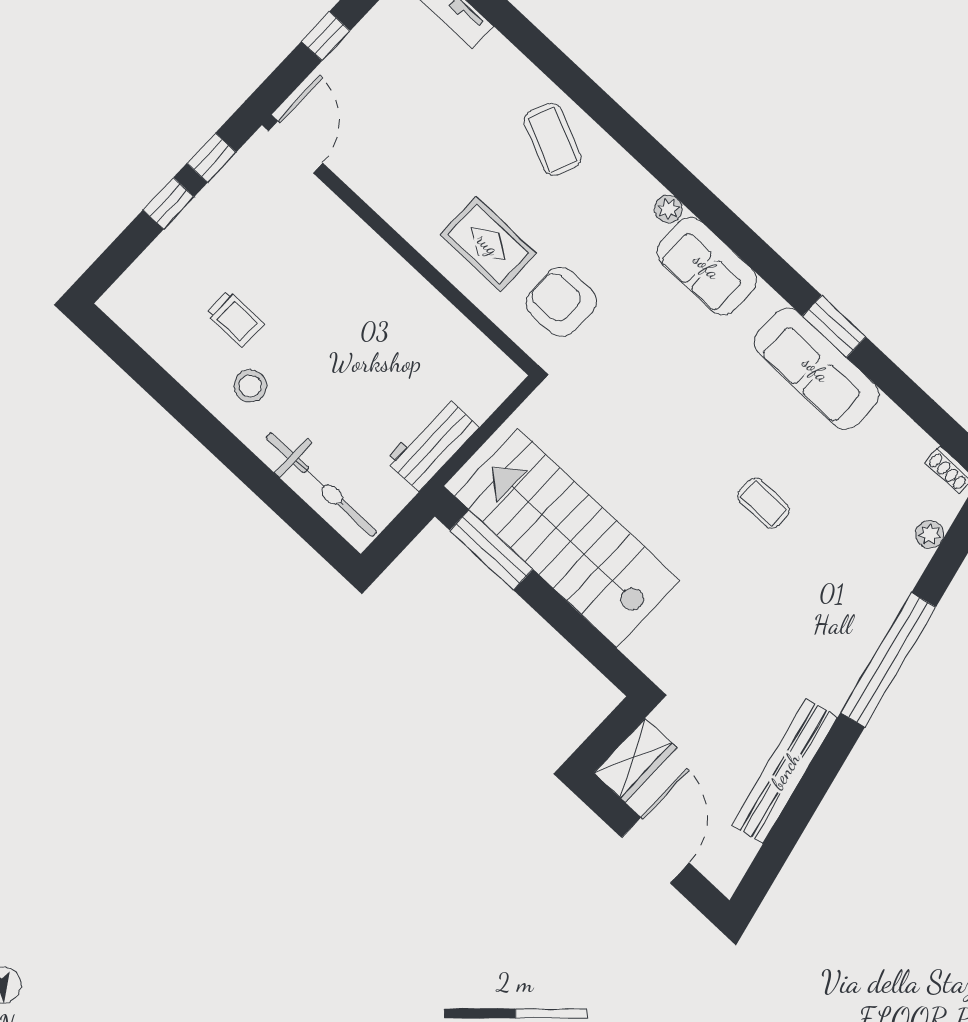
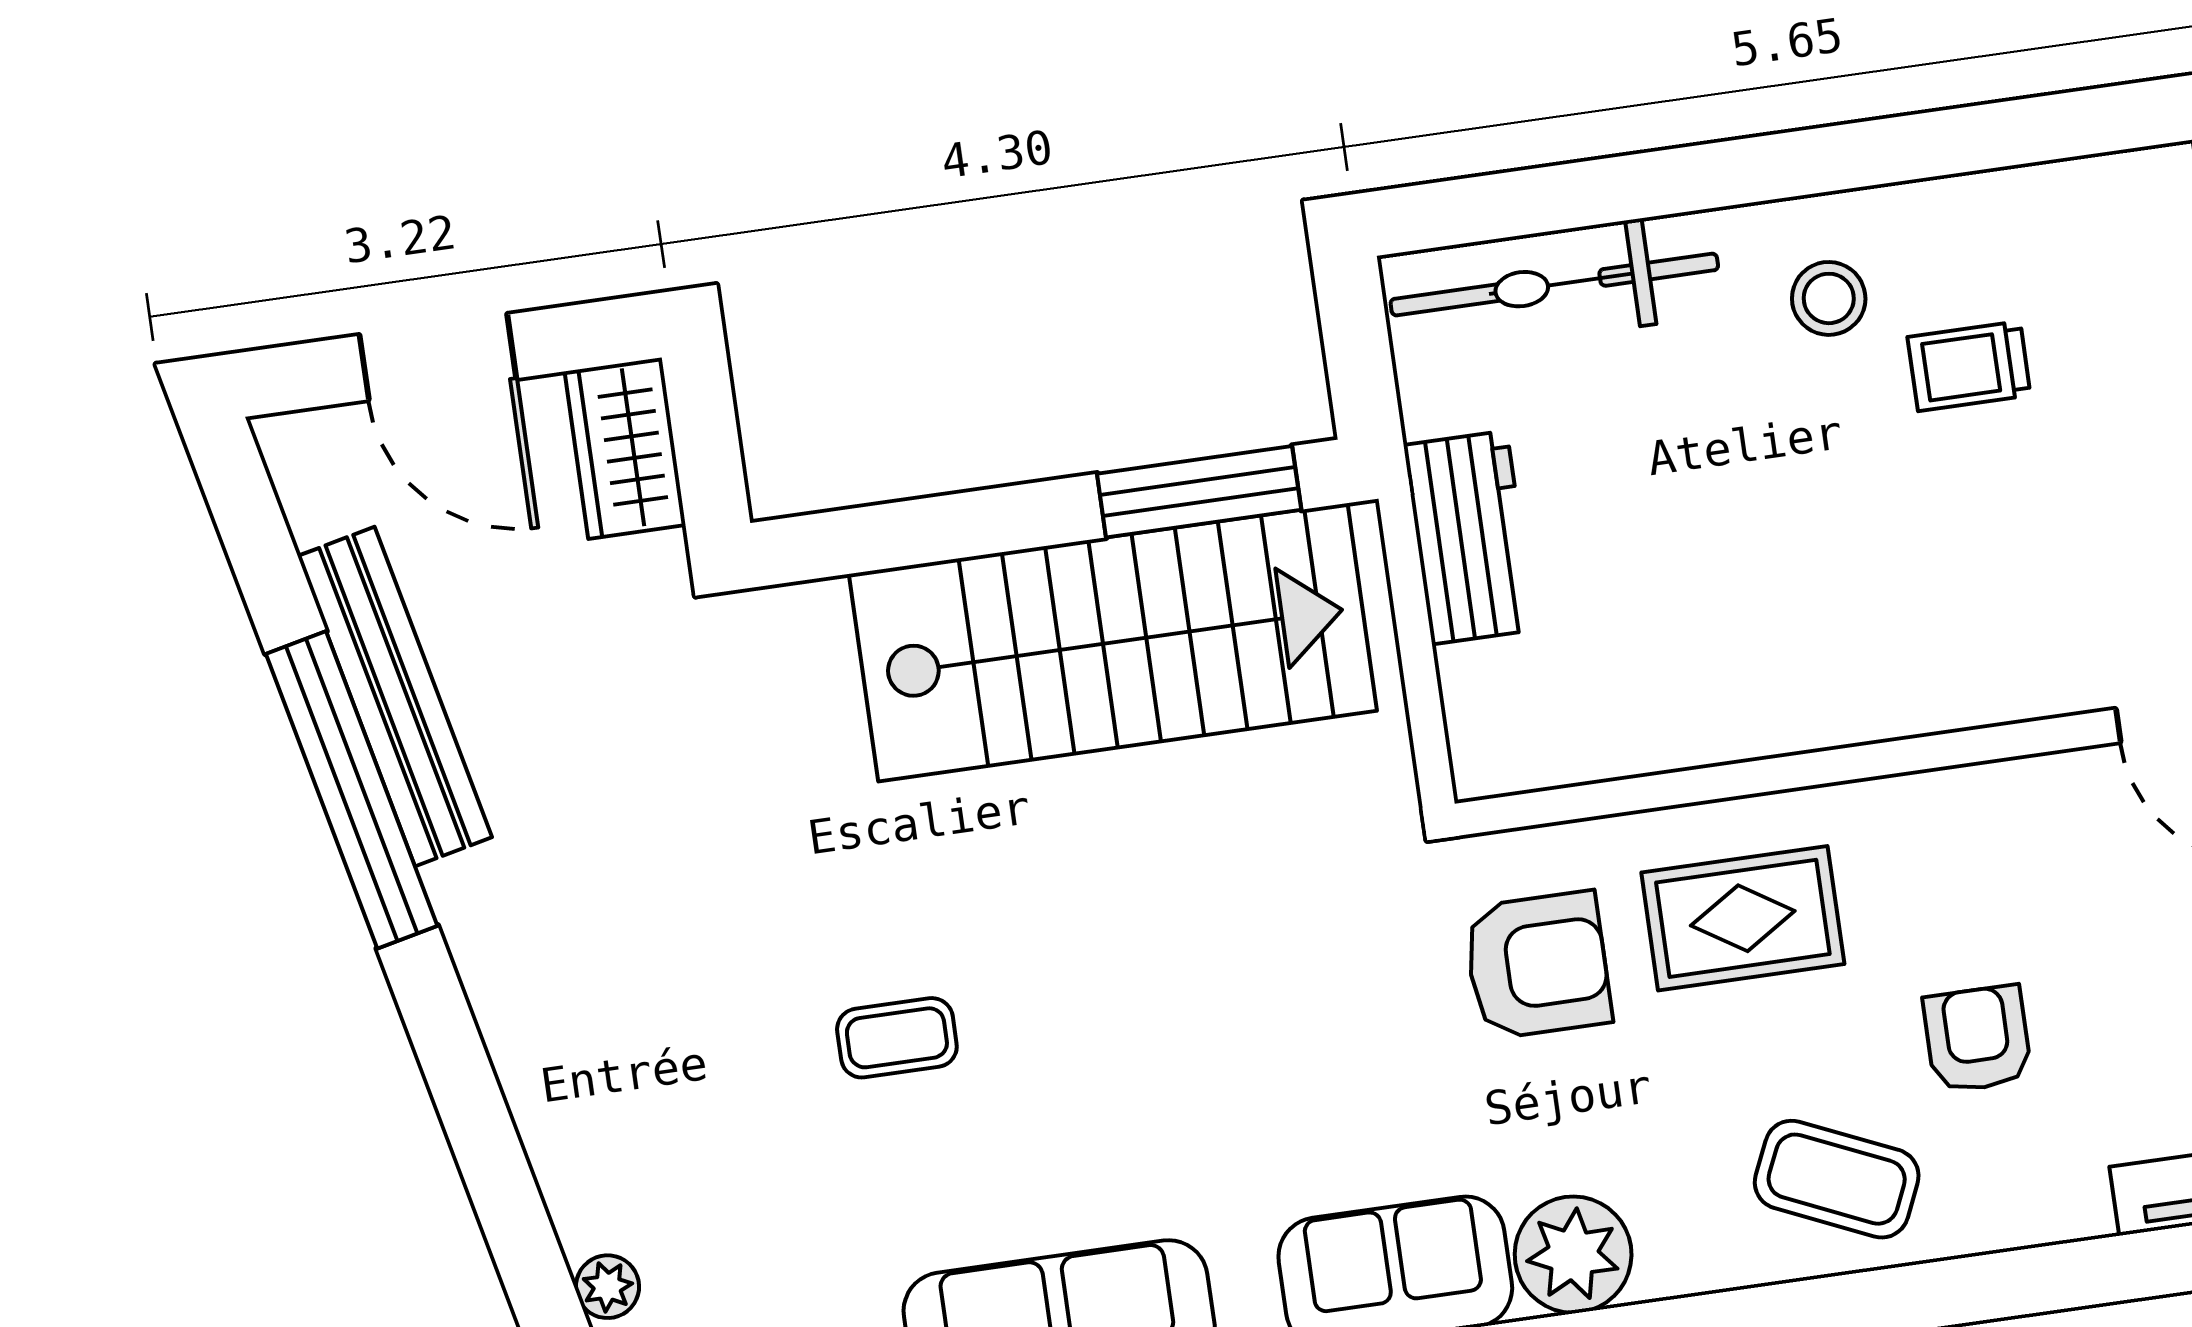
armchair: (465, 130) -> (1977, 1039), added
plant: (668, 209) -> (1573, 1255), width x1.87, depth x1.87
window: (888, 660) -> (352, 790), moved

